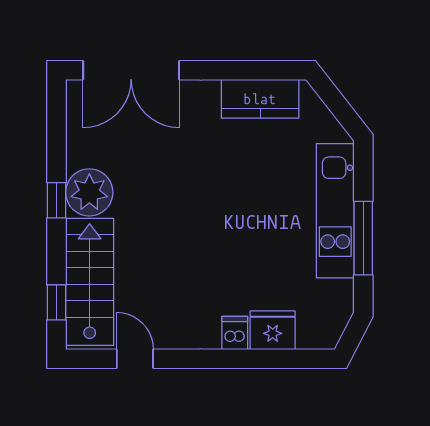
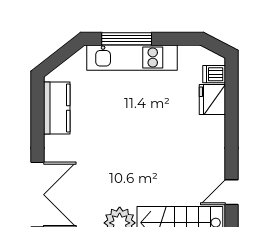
window: (363, 238) -> (127, 39), moved
dishwasher: (235, 333) -> (214, 74), moved

